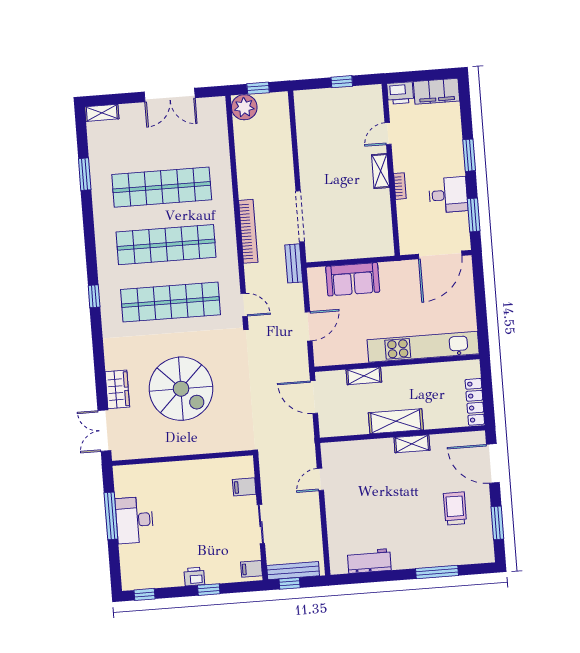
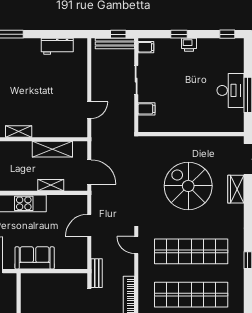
sofa: (353, 279) -> (35, 258), moved
shelving: (396, 421) -> (52, 149), moved

